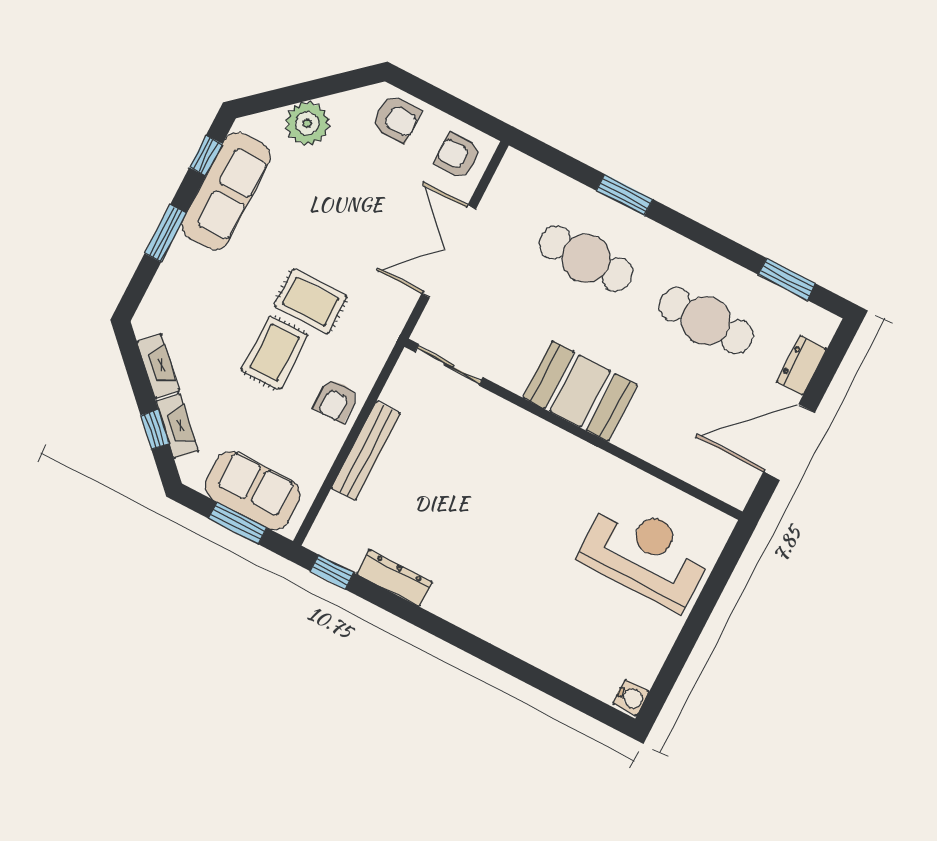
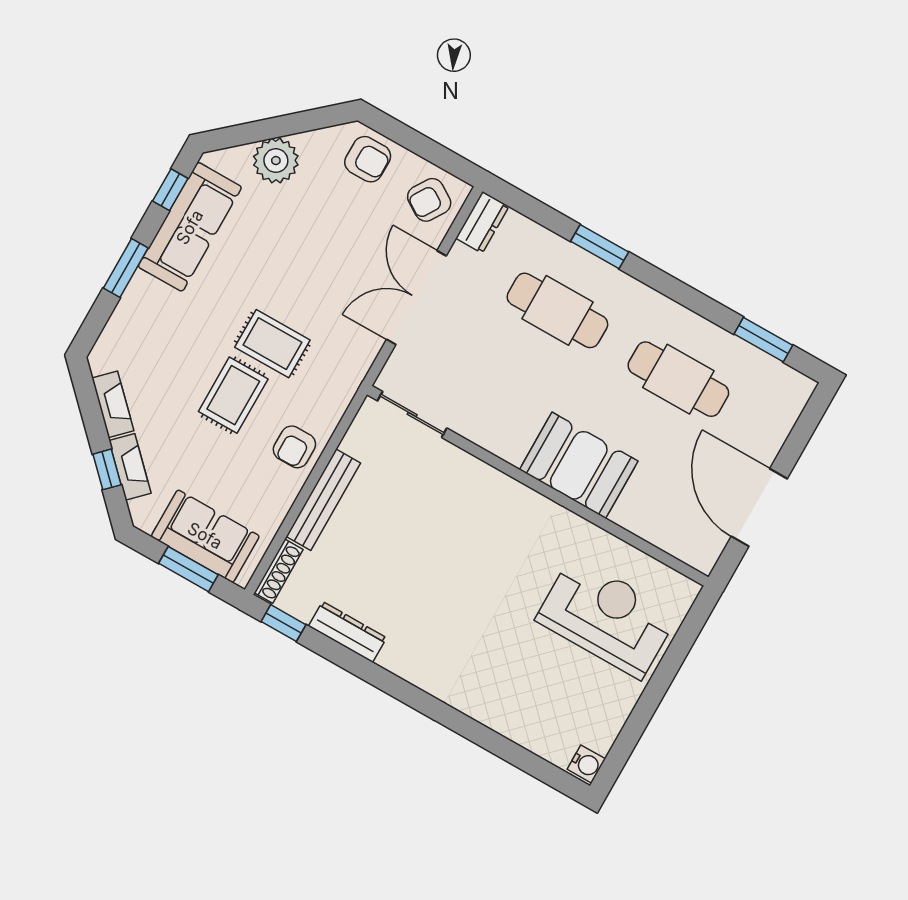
armchair: (457, 156) -> (429, 200), turned -58
dresser: (802, 365) -> (482, 222), moved, turned 180
booth: (580, 391) -> (579, 465), moved
door: (789, 442) -> (759, 508), hinge flipped
shoe rack: (325, 522) -> (279, 571), added

